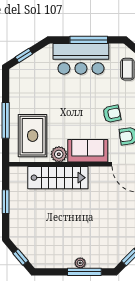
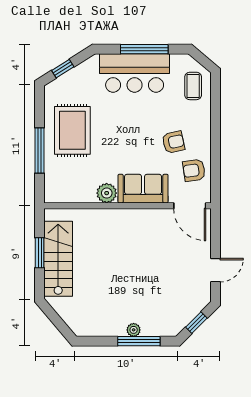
rug: (33, 136) -> (72, 130), moved
stairs: (58, 178) -> (58, 259), moved, turned -90
window: (21, 257) -> (59, 323), removed

